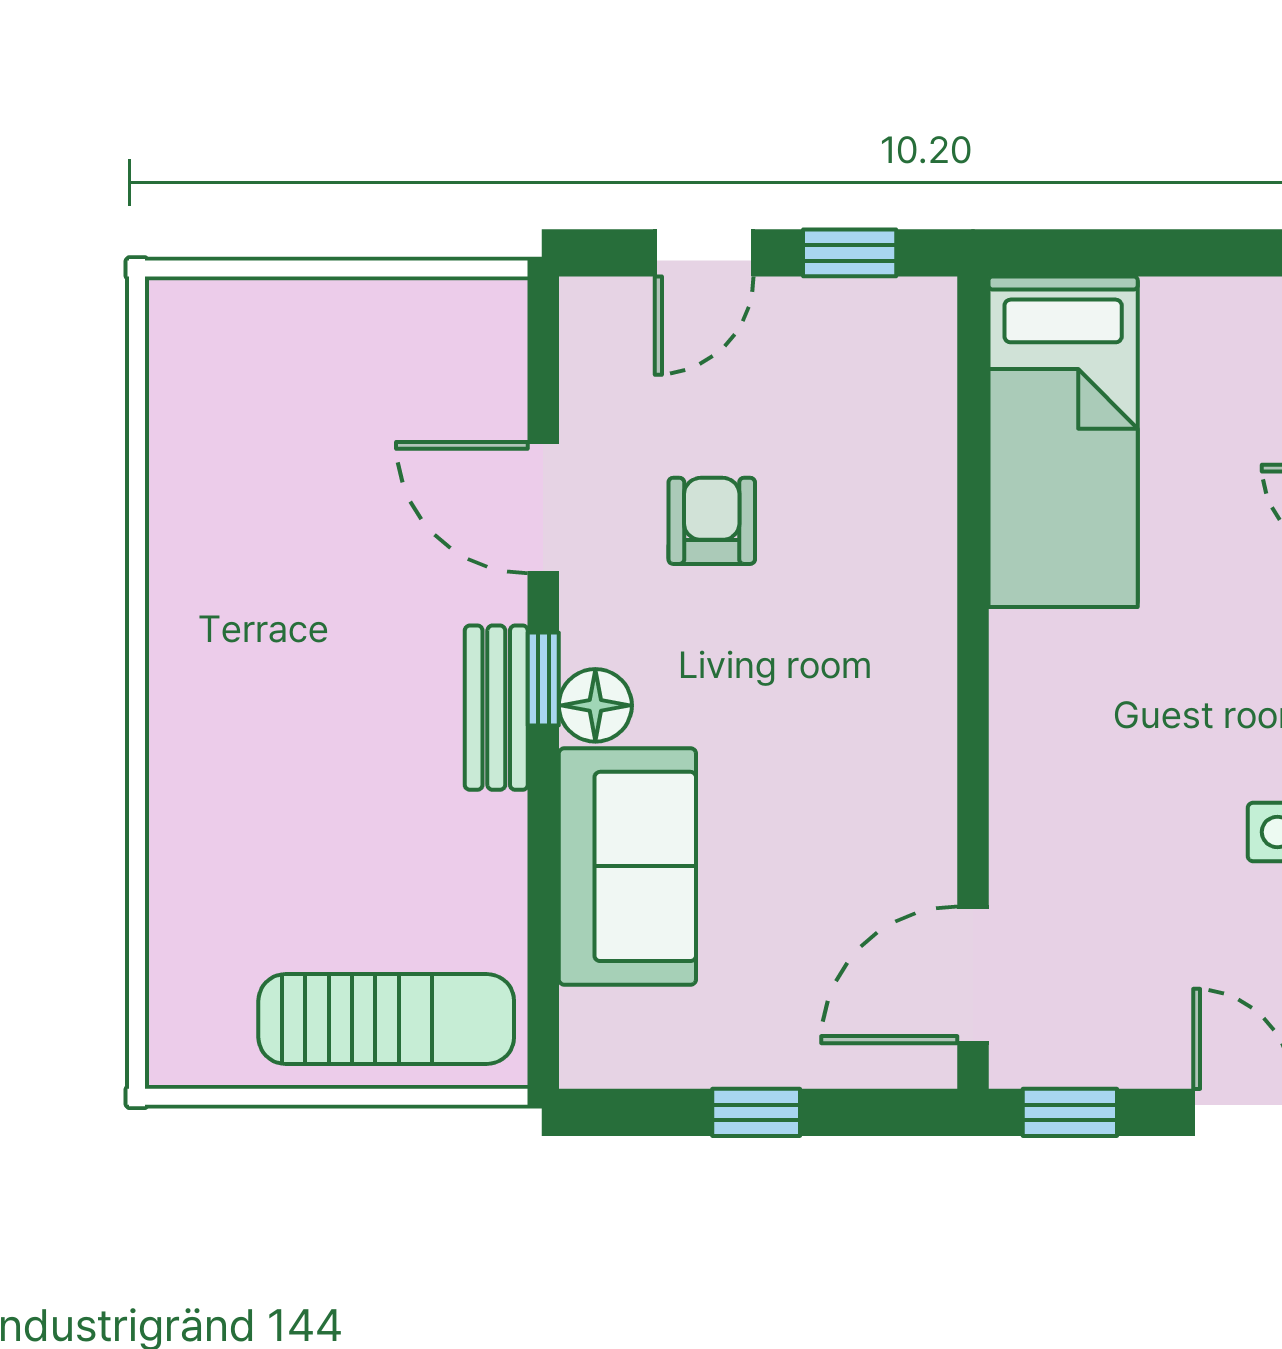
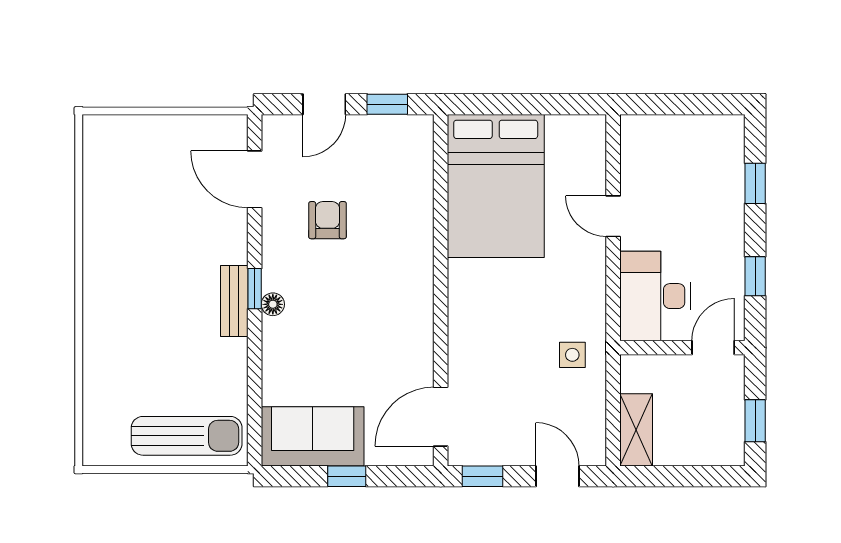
bed: (1063, 442) -> (496, 186), width x1.50
door: (543, 508) -> (255, 179), moved
floor lamp: (595, 705) -> (273, 304), width x0.73, depth x0.73
sofa: (627, 866) -> (313, 436), moved, turned -90

